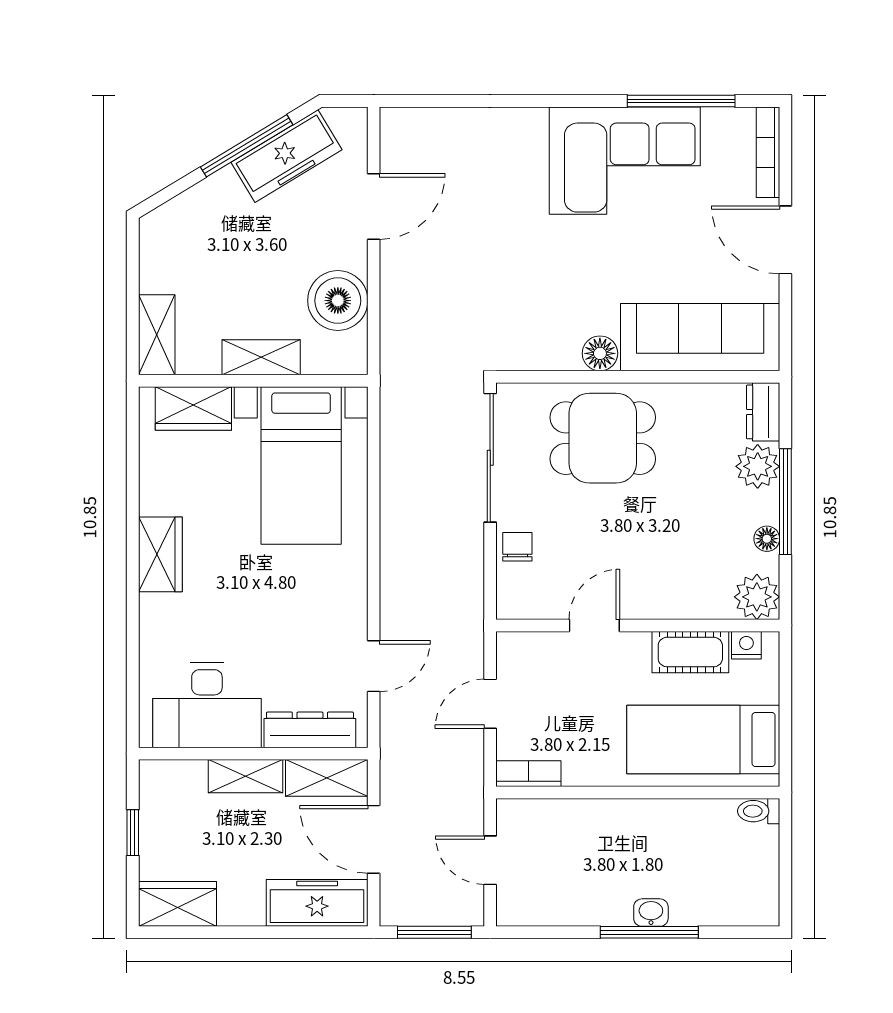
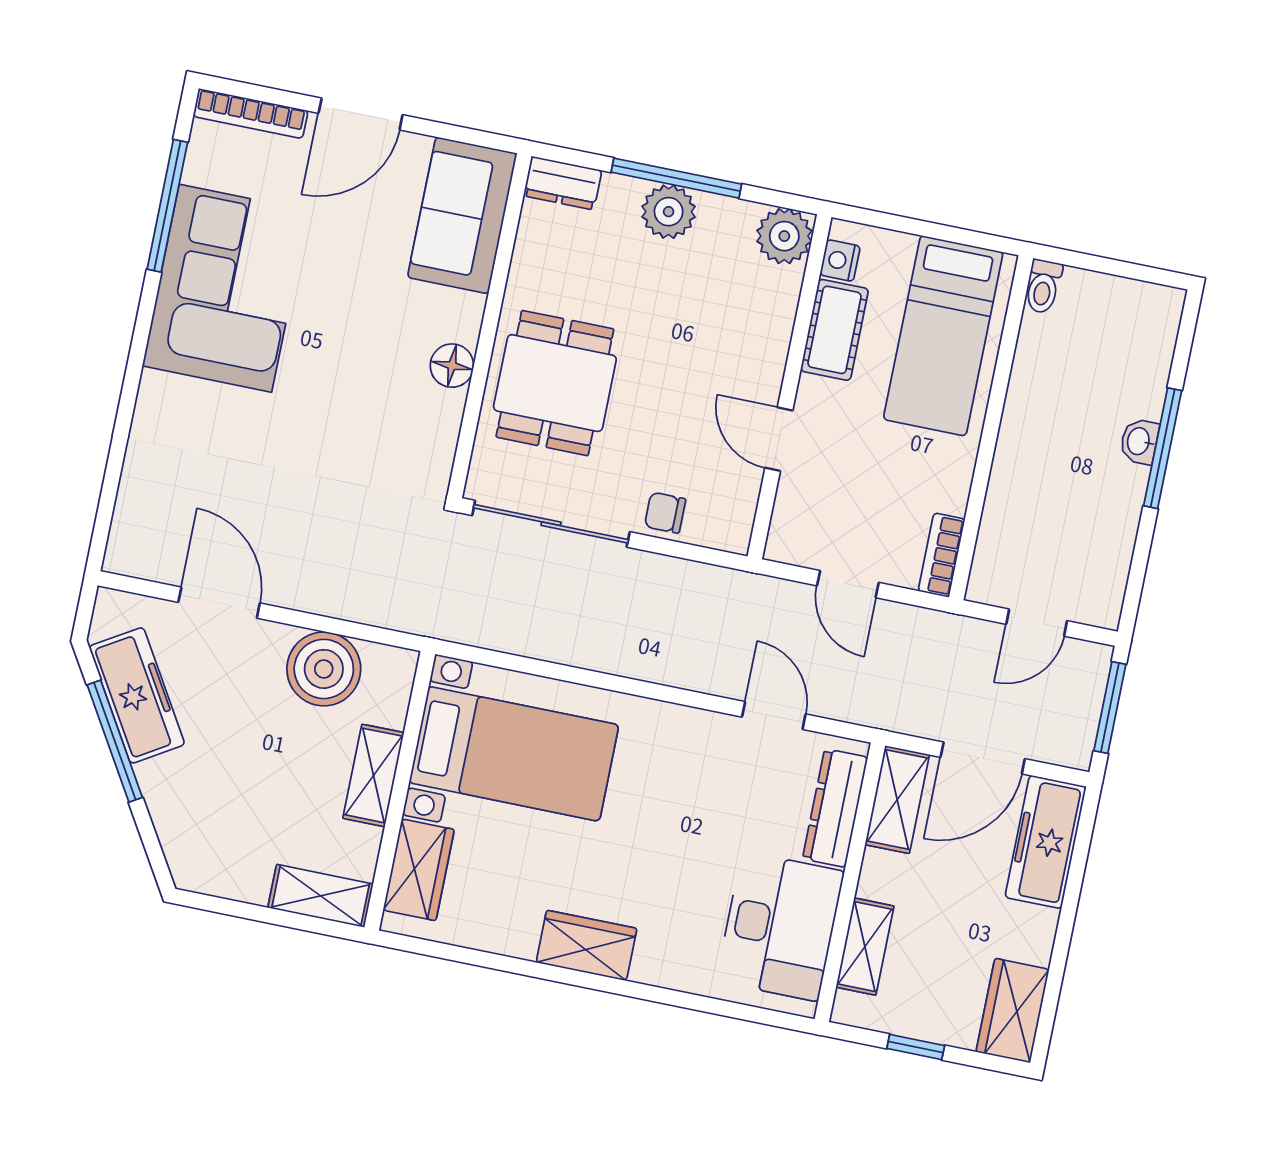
sofa: (700, 337) -> (462, 215), width x0.73
plant: (758, 466) -> (669, 212), moved
floor lamp: (767, 539) -> (717, 210), removed
shelving: (246, 776) -> (865, 947), moved

